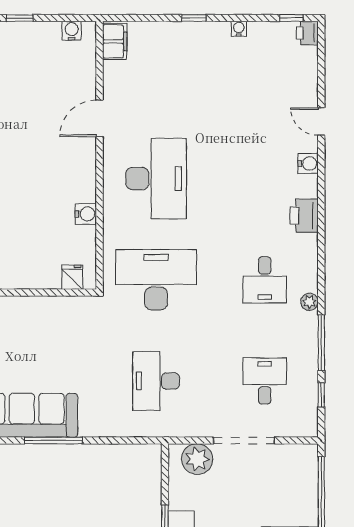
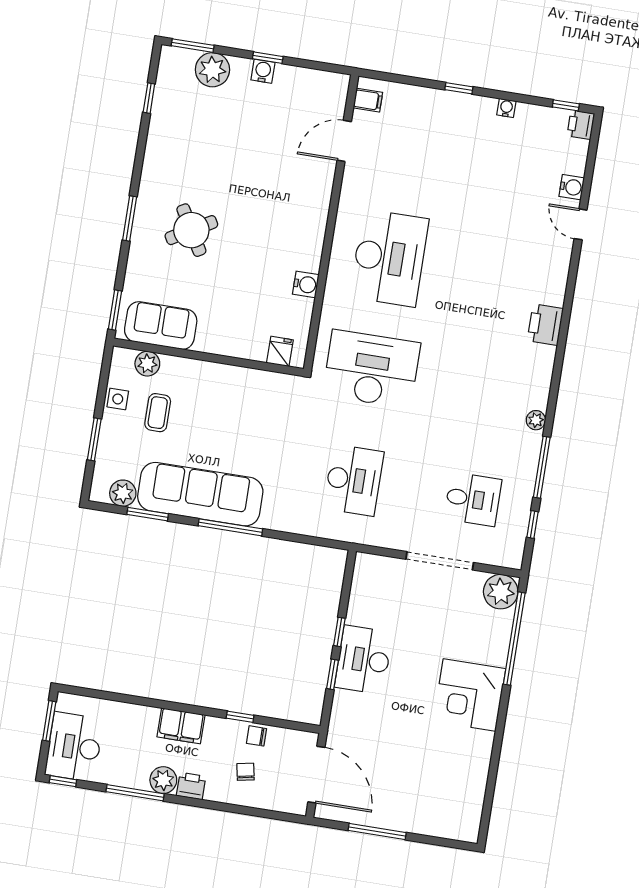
water cooler: (72, 31) -> (263, 71), moved
filing cabinet: (115, 41) -> (368, 100), width x0.50
door: (99, 118) -> (344, 141), moved
water cooler: (308, 163) -> (572, 187), moved
desk: (265, 280) -> (491, 388), removed
desk: (156, 381) -> (354, 480), turned 180
desk: (265, 381) -> (473, 499), turned 90
plant: (197, 459) -> (501, 592), moved

